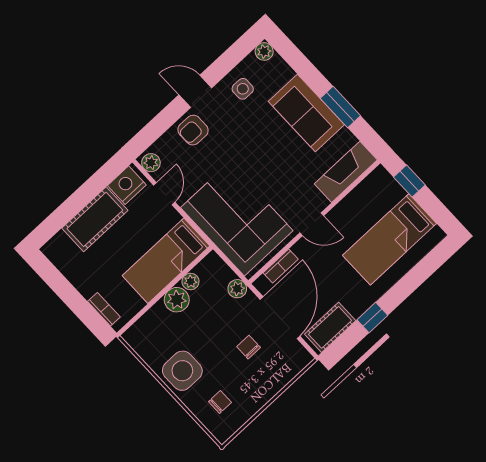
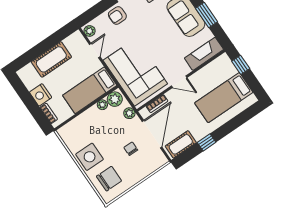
nightstand: (127, 185) -> (41, 95), moved, turned -90
plant: (177, 300) -> (115, 99), moved
chair: (220, 402) -> (109, 179), width x1.87, depth x1.87

